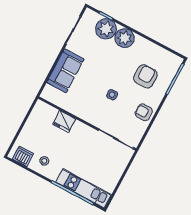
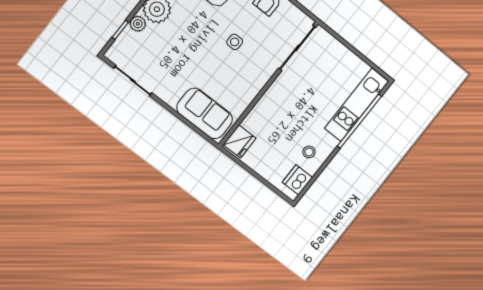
plant: (106, 29) -> (138, 24), width x0.53, depth x0.53
sofa: (65, 71) -> (205, 113), moved
fridge: (64, 122) -> (240, 141), moved

